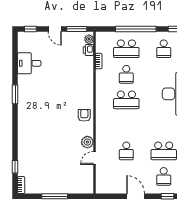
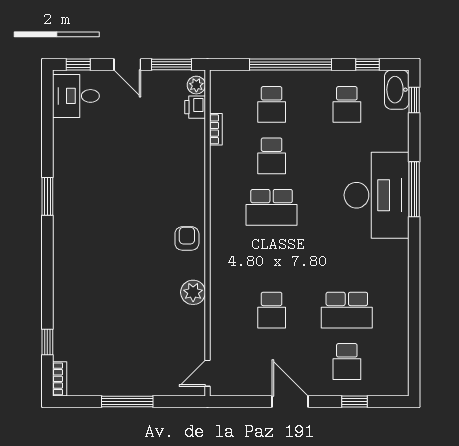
school desk: (126, 49) -> (272, 104), width x0.54
desk: (29, 63) -> (76, 96), moved
door: (95, 158) -> (207, 373), moved

